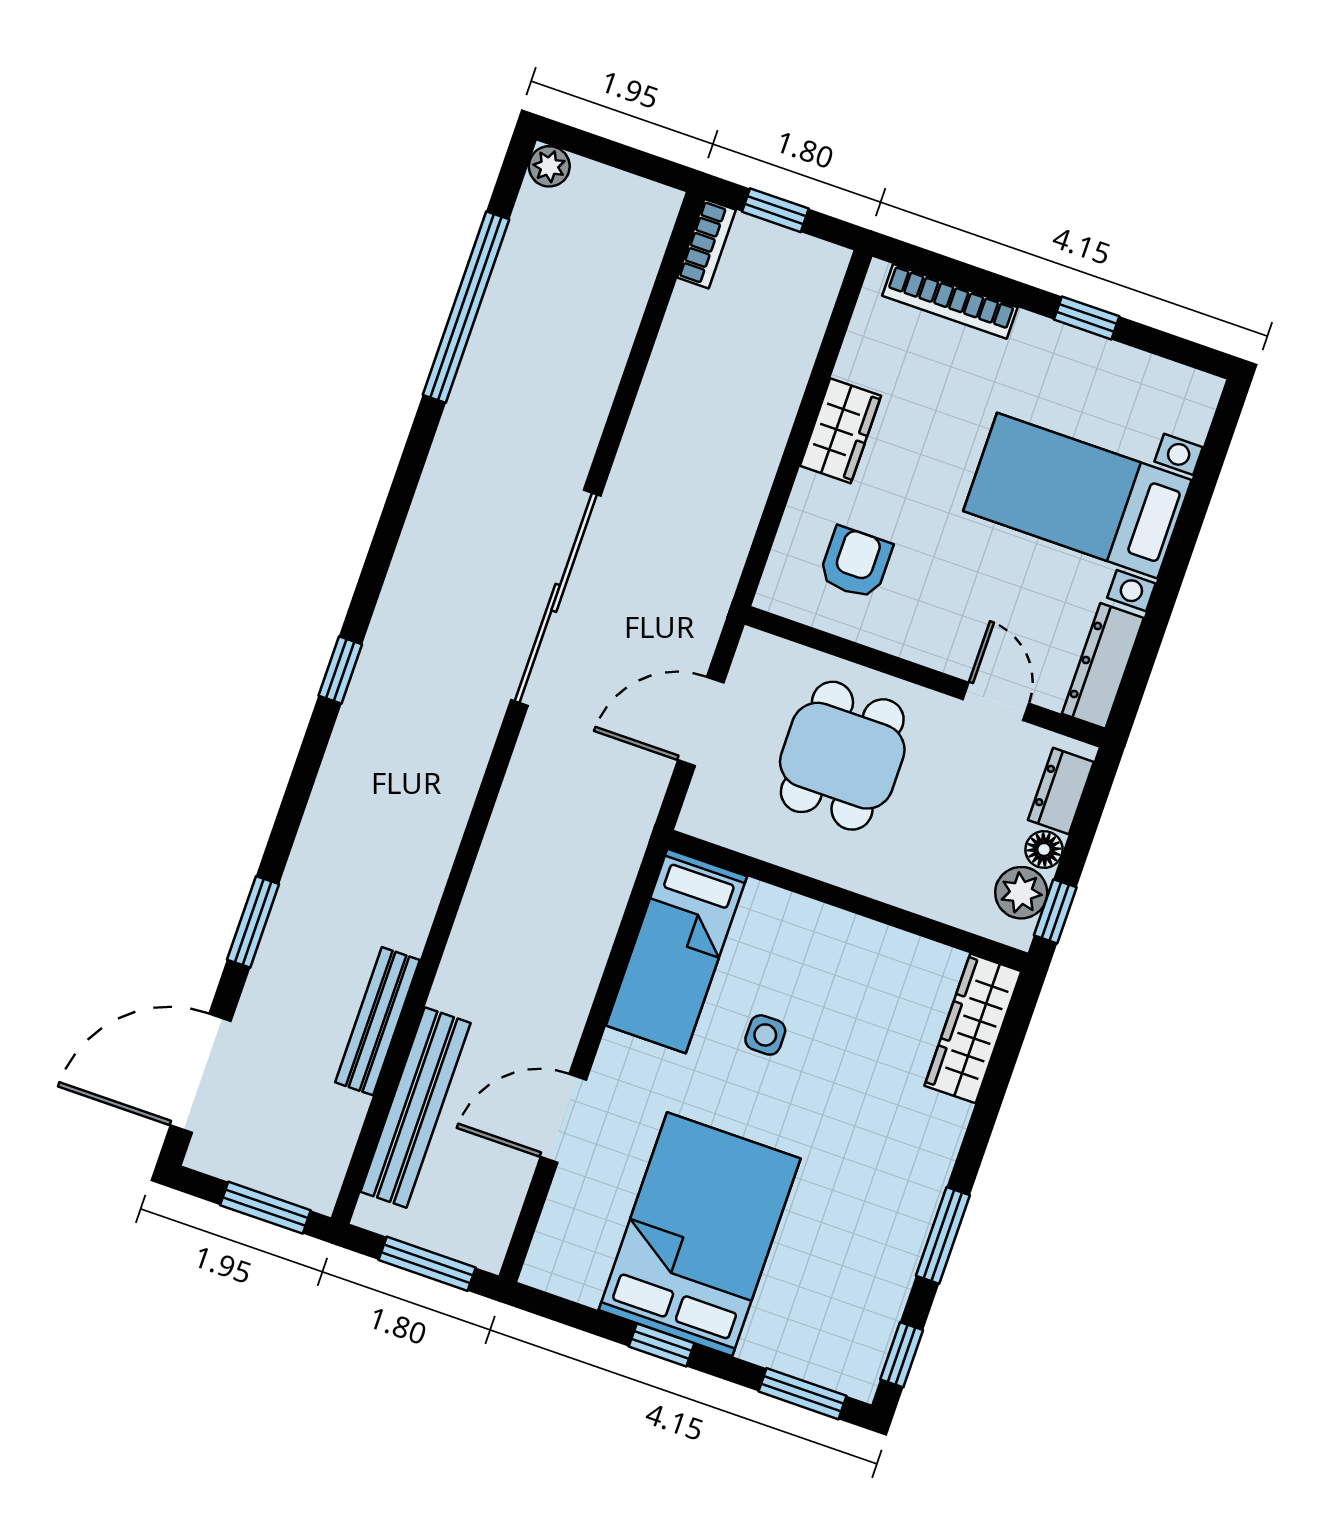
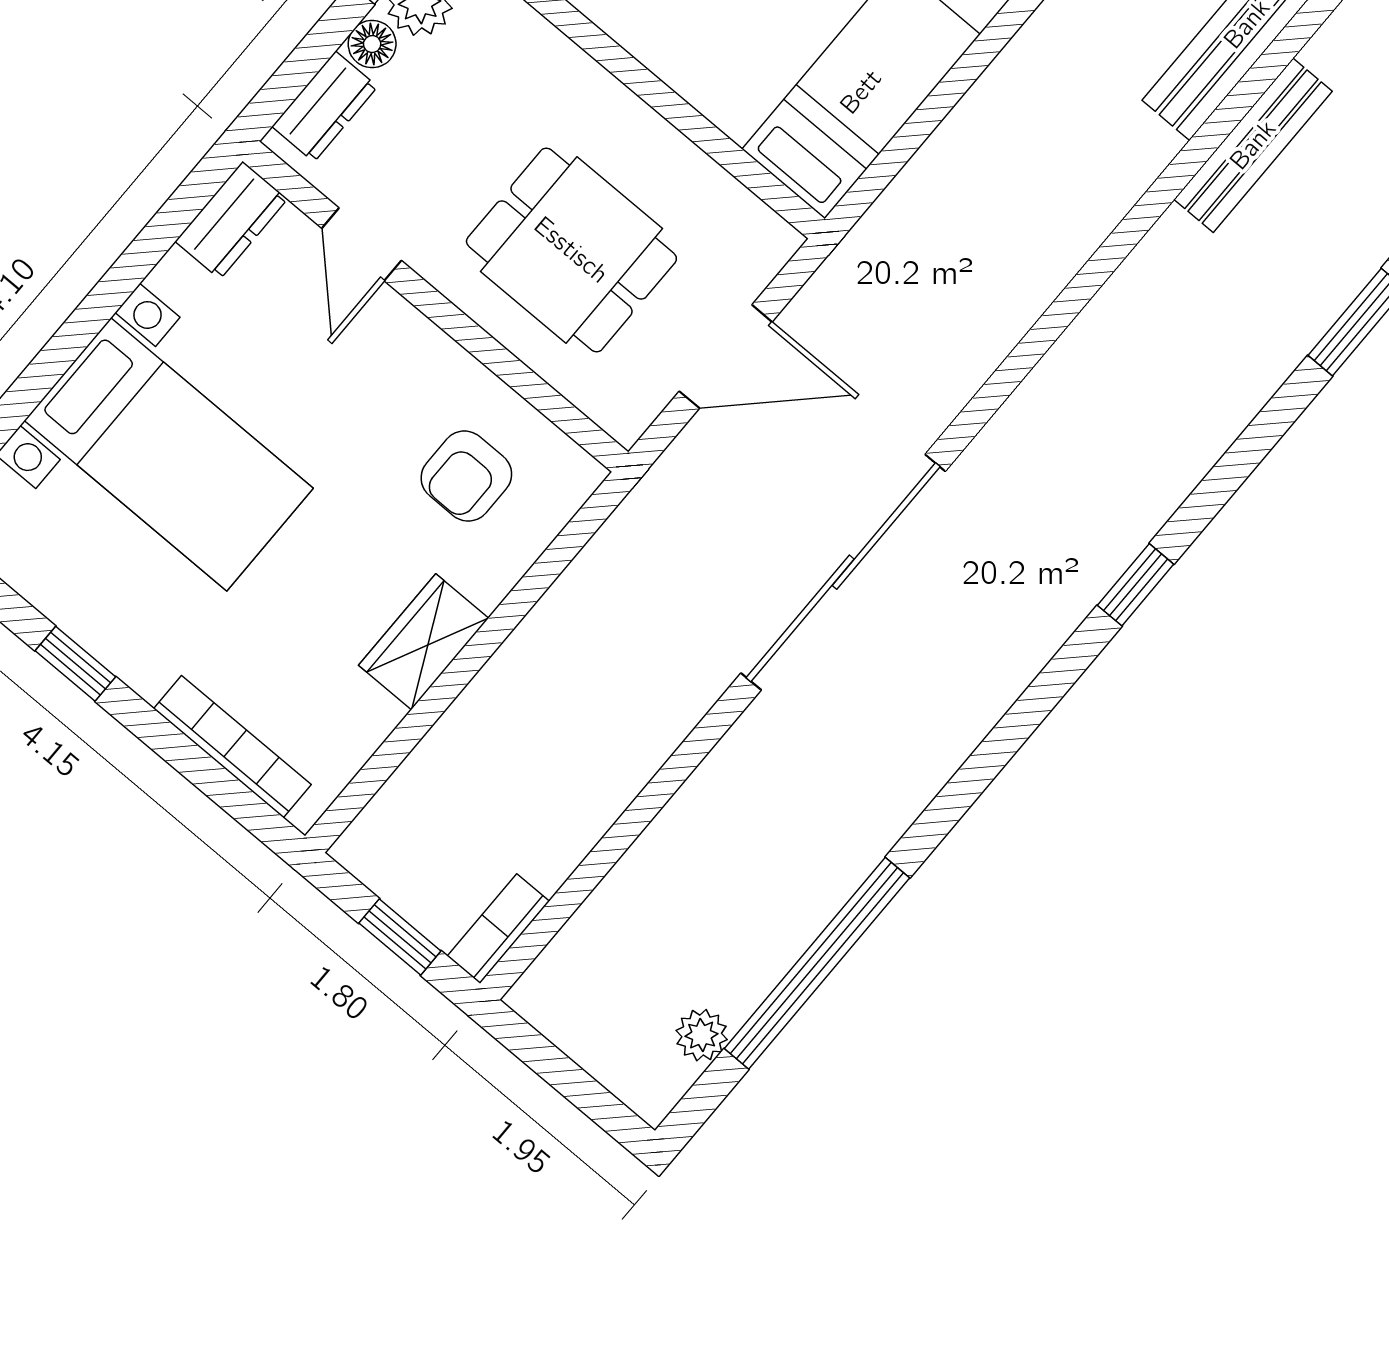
plant: (549, 166) -> (702, 1035), moved
dresser: (1103, 666) -> (231, 220), width x0.70
dining table: (842, 756) -> (571, 250), turned 90

